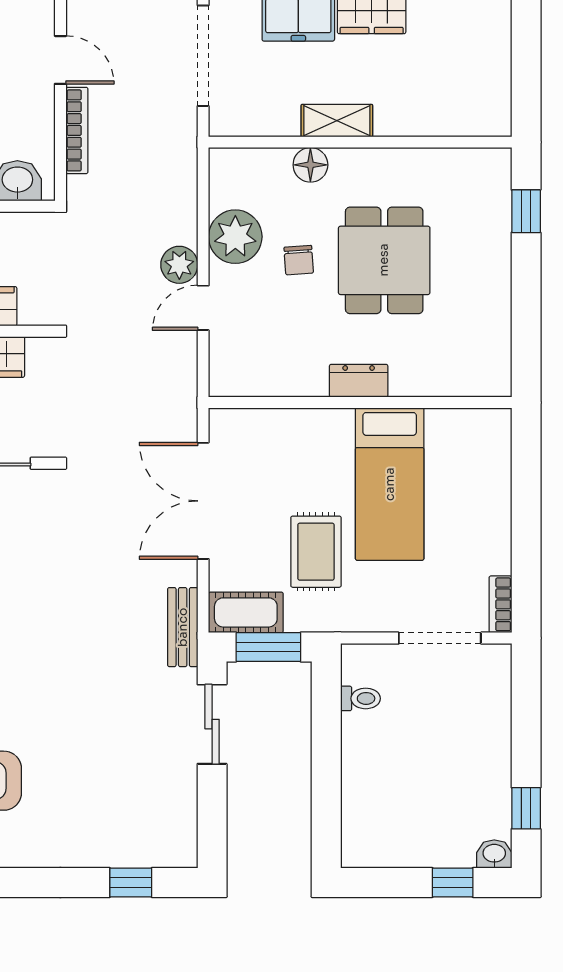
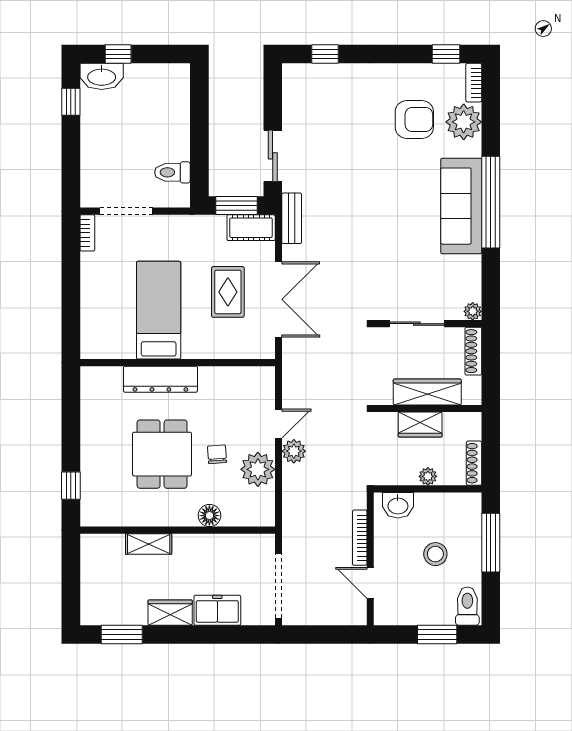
shelving: (337, 121) -> (149, 544), moved
dresser: (359, 381) -> (160, 379), width x1.96, depth x1.24
rug: (316, 552) -> (228, 292), moved
toilet: (360, 698) -> (172, 172), width x1.37, depth x1.39
washbasin: (494, 854) -> (102, 76), width x1.91, depth x1.45

